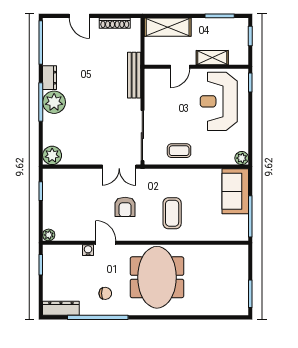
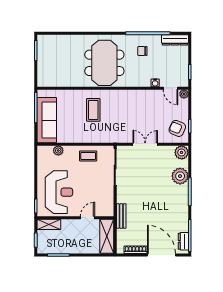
door: (79, 16) -> (161, 255), width x1.87
shelving: (168, 27) -> (107, 236), moved, turned 90
shelving: (212, 58) -> (49, 224), moved
bench: (134, 75) -> (121, 216), width x0.73
dresser: (50, 78) -> (183, 241), moved
plant: (54, 102) -> (180, 176), moved
plant: (242, 158) -> (58, 151), moved
double door: (119, 167) -> (145, 144), moved
sofa: (235, 191) -> (47, 120), width x1.36
armchair: (125, 207) -> (177, 128), moved, turned -67
door: (106, 243) -> (171, 88), moved

